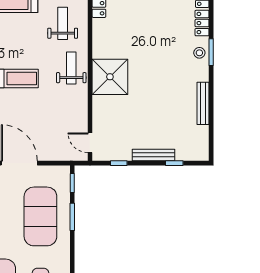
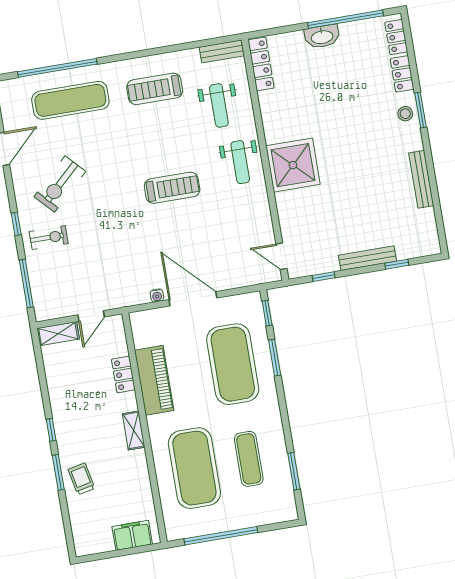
weight bench: (63, 23) -> (219, 105), turned 180
weight bench: (71, 68) -> (240, 162), turned 180

